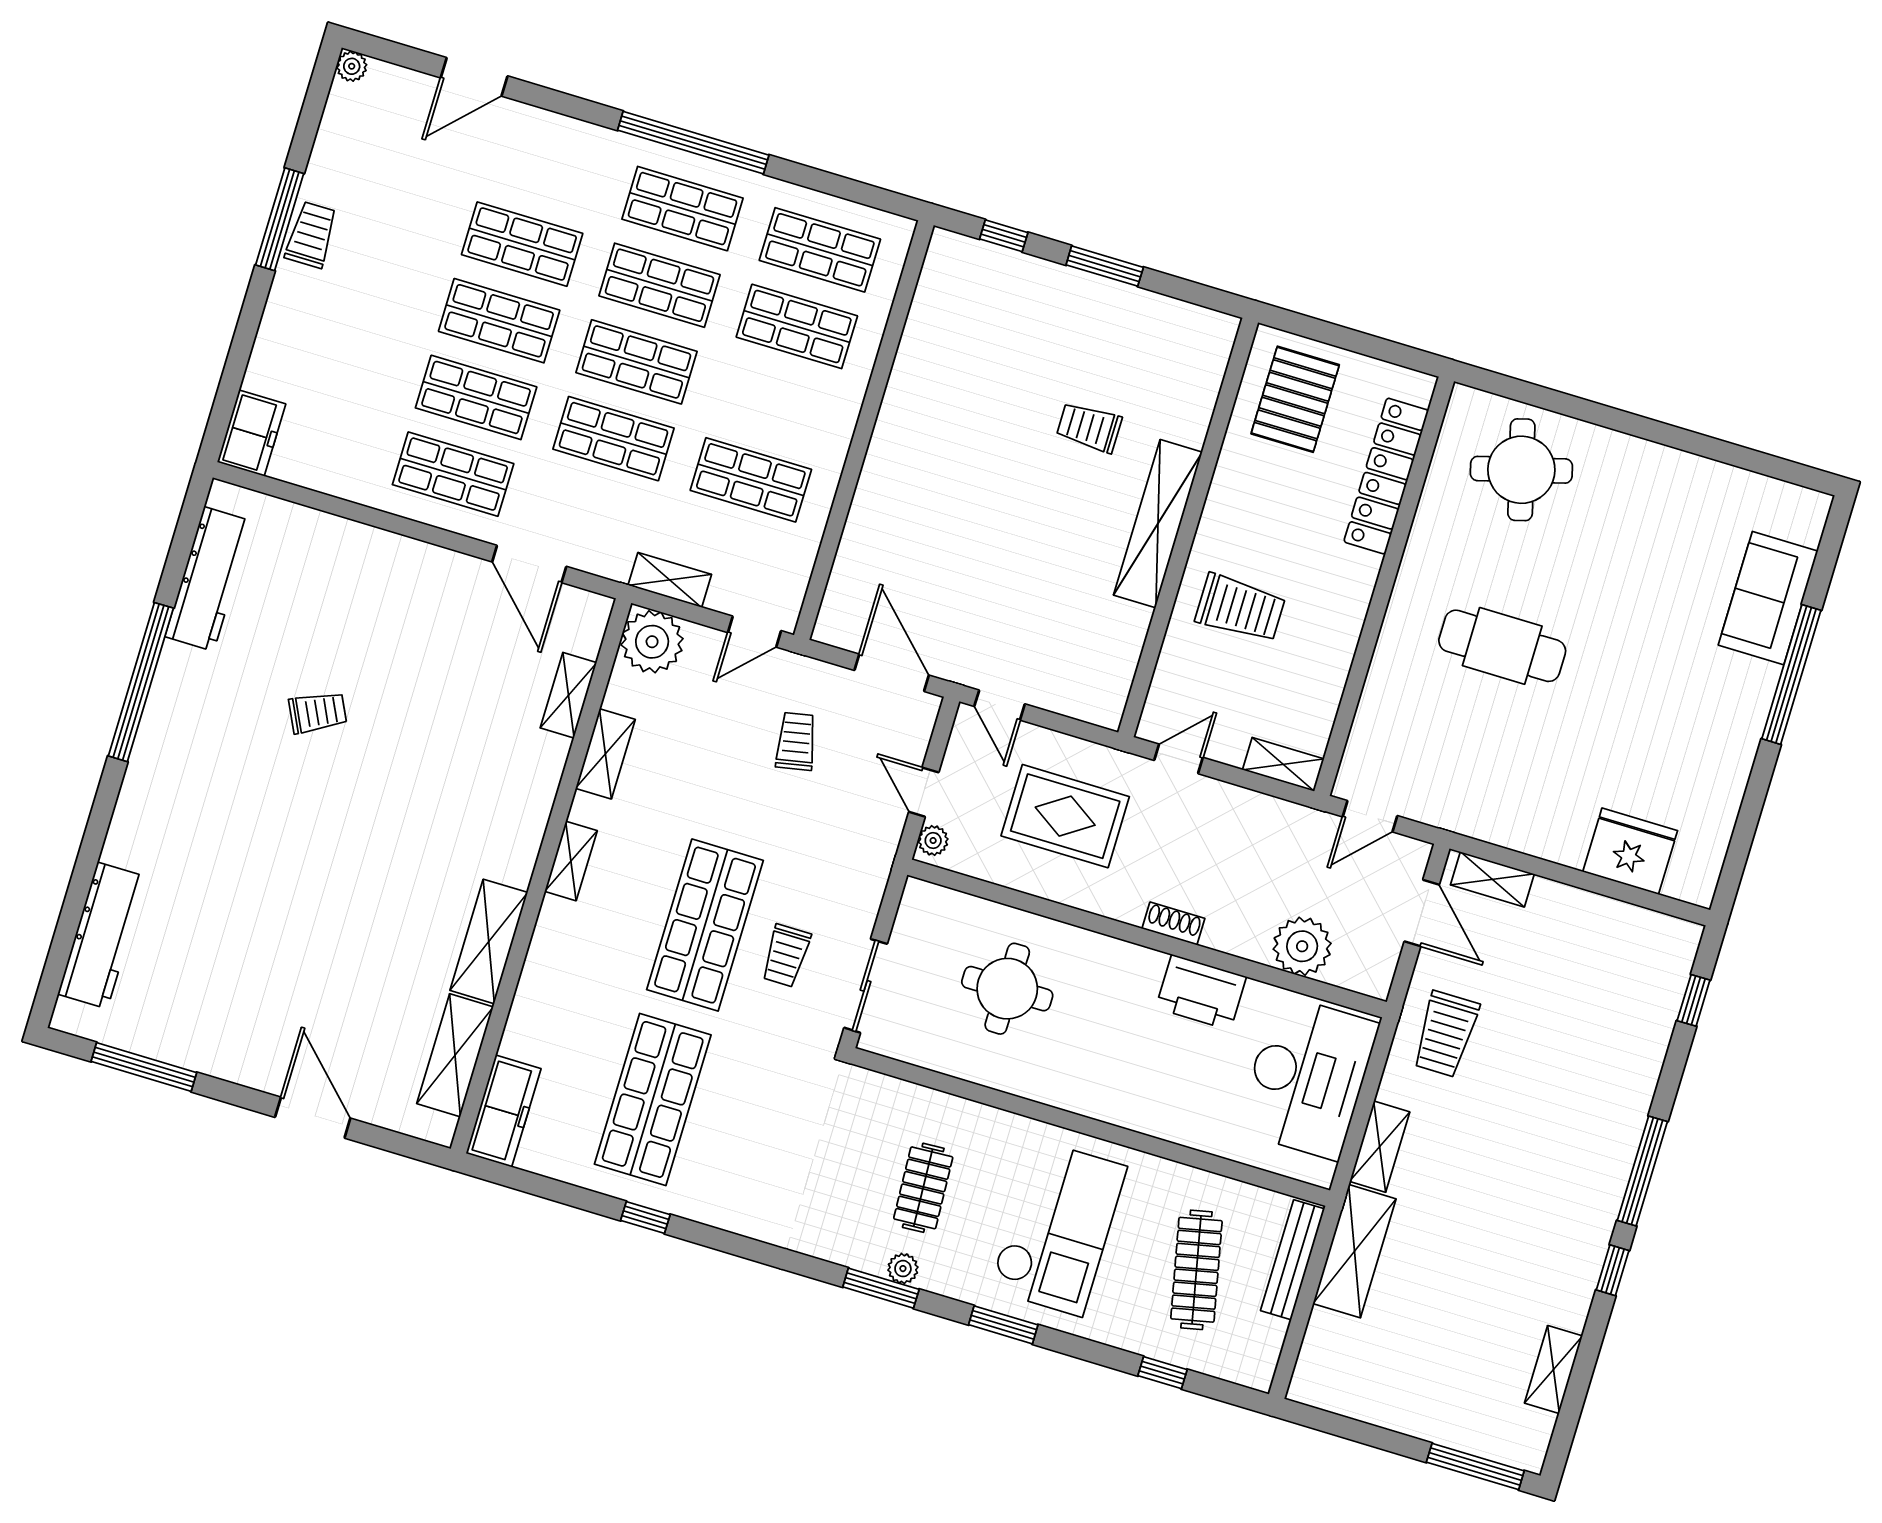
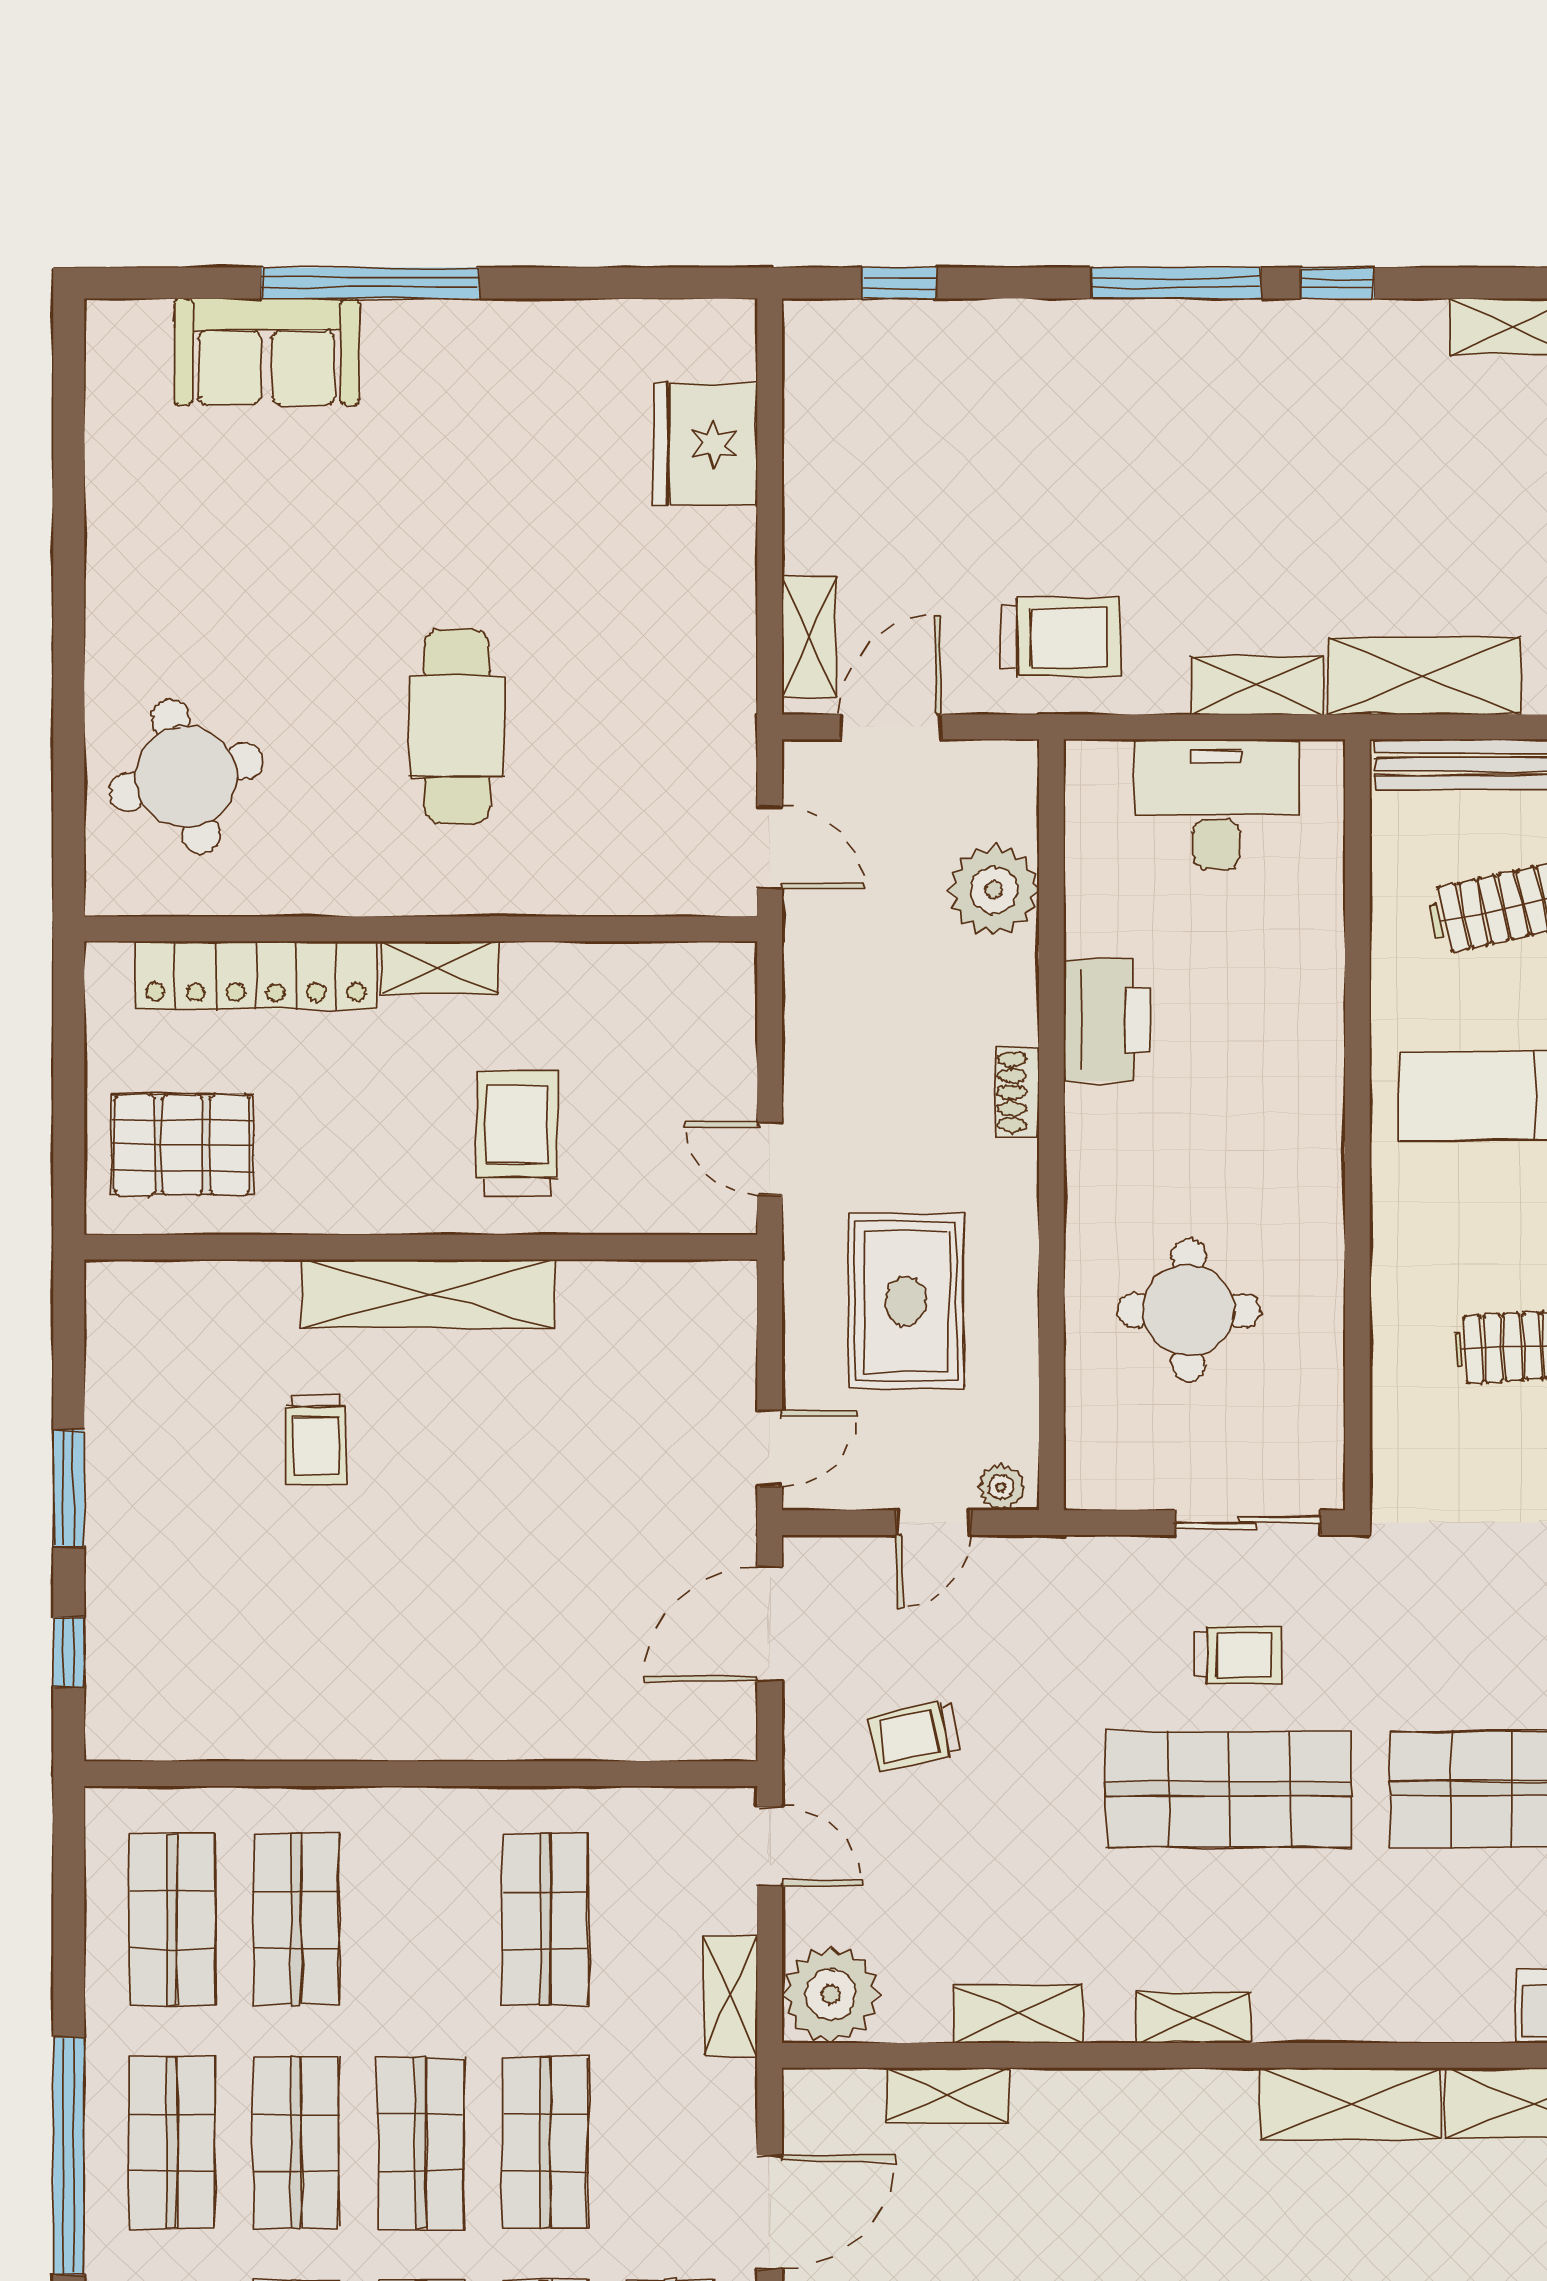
shelving: (1283, 764) -> (440, 967), moved, turned 90
desk: (1308, 1077) -> (1216, 804), width x0.73, depth x0.77

